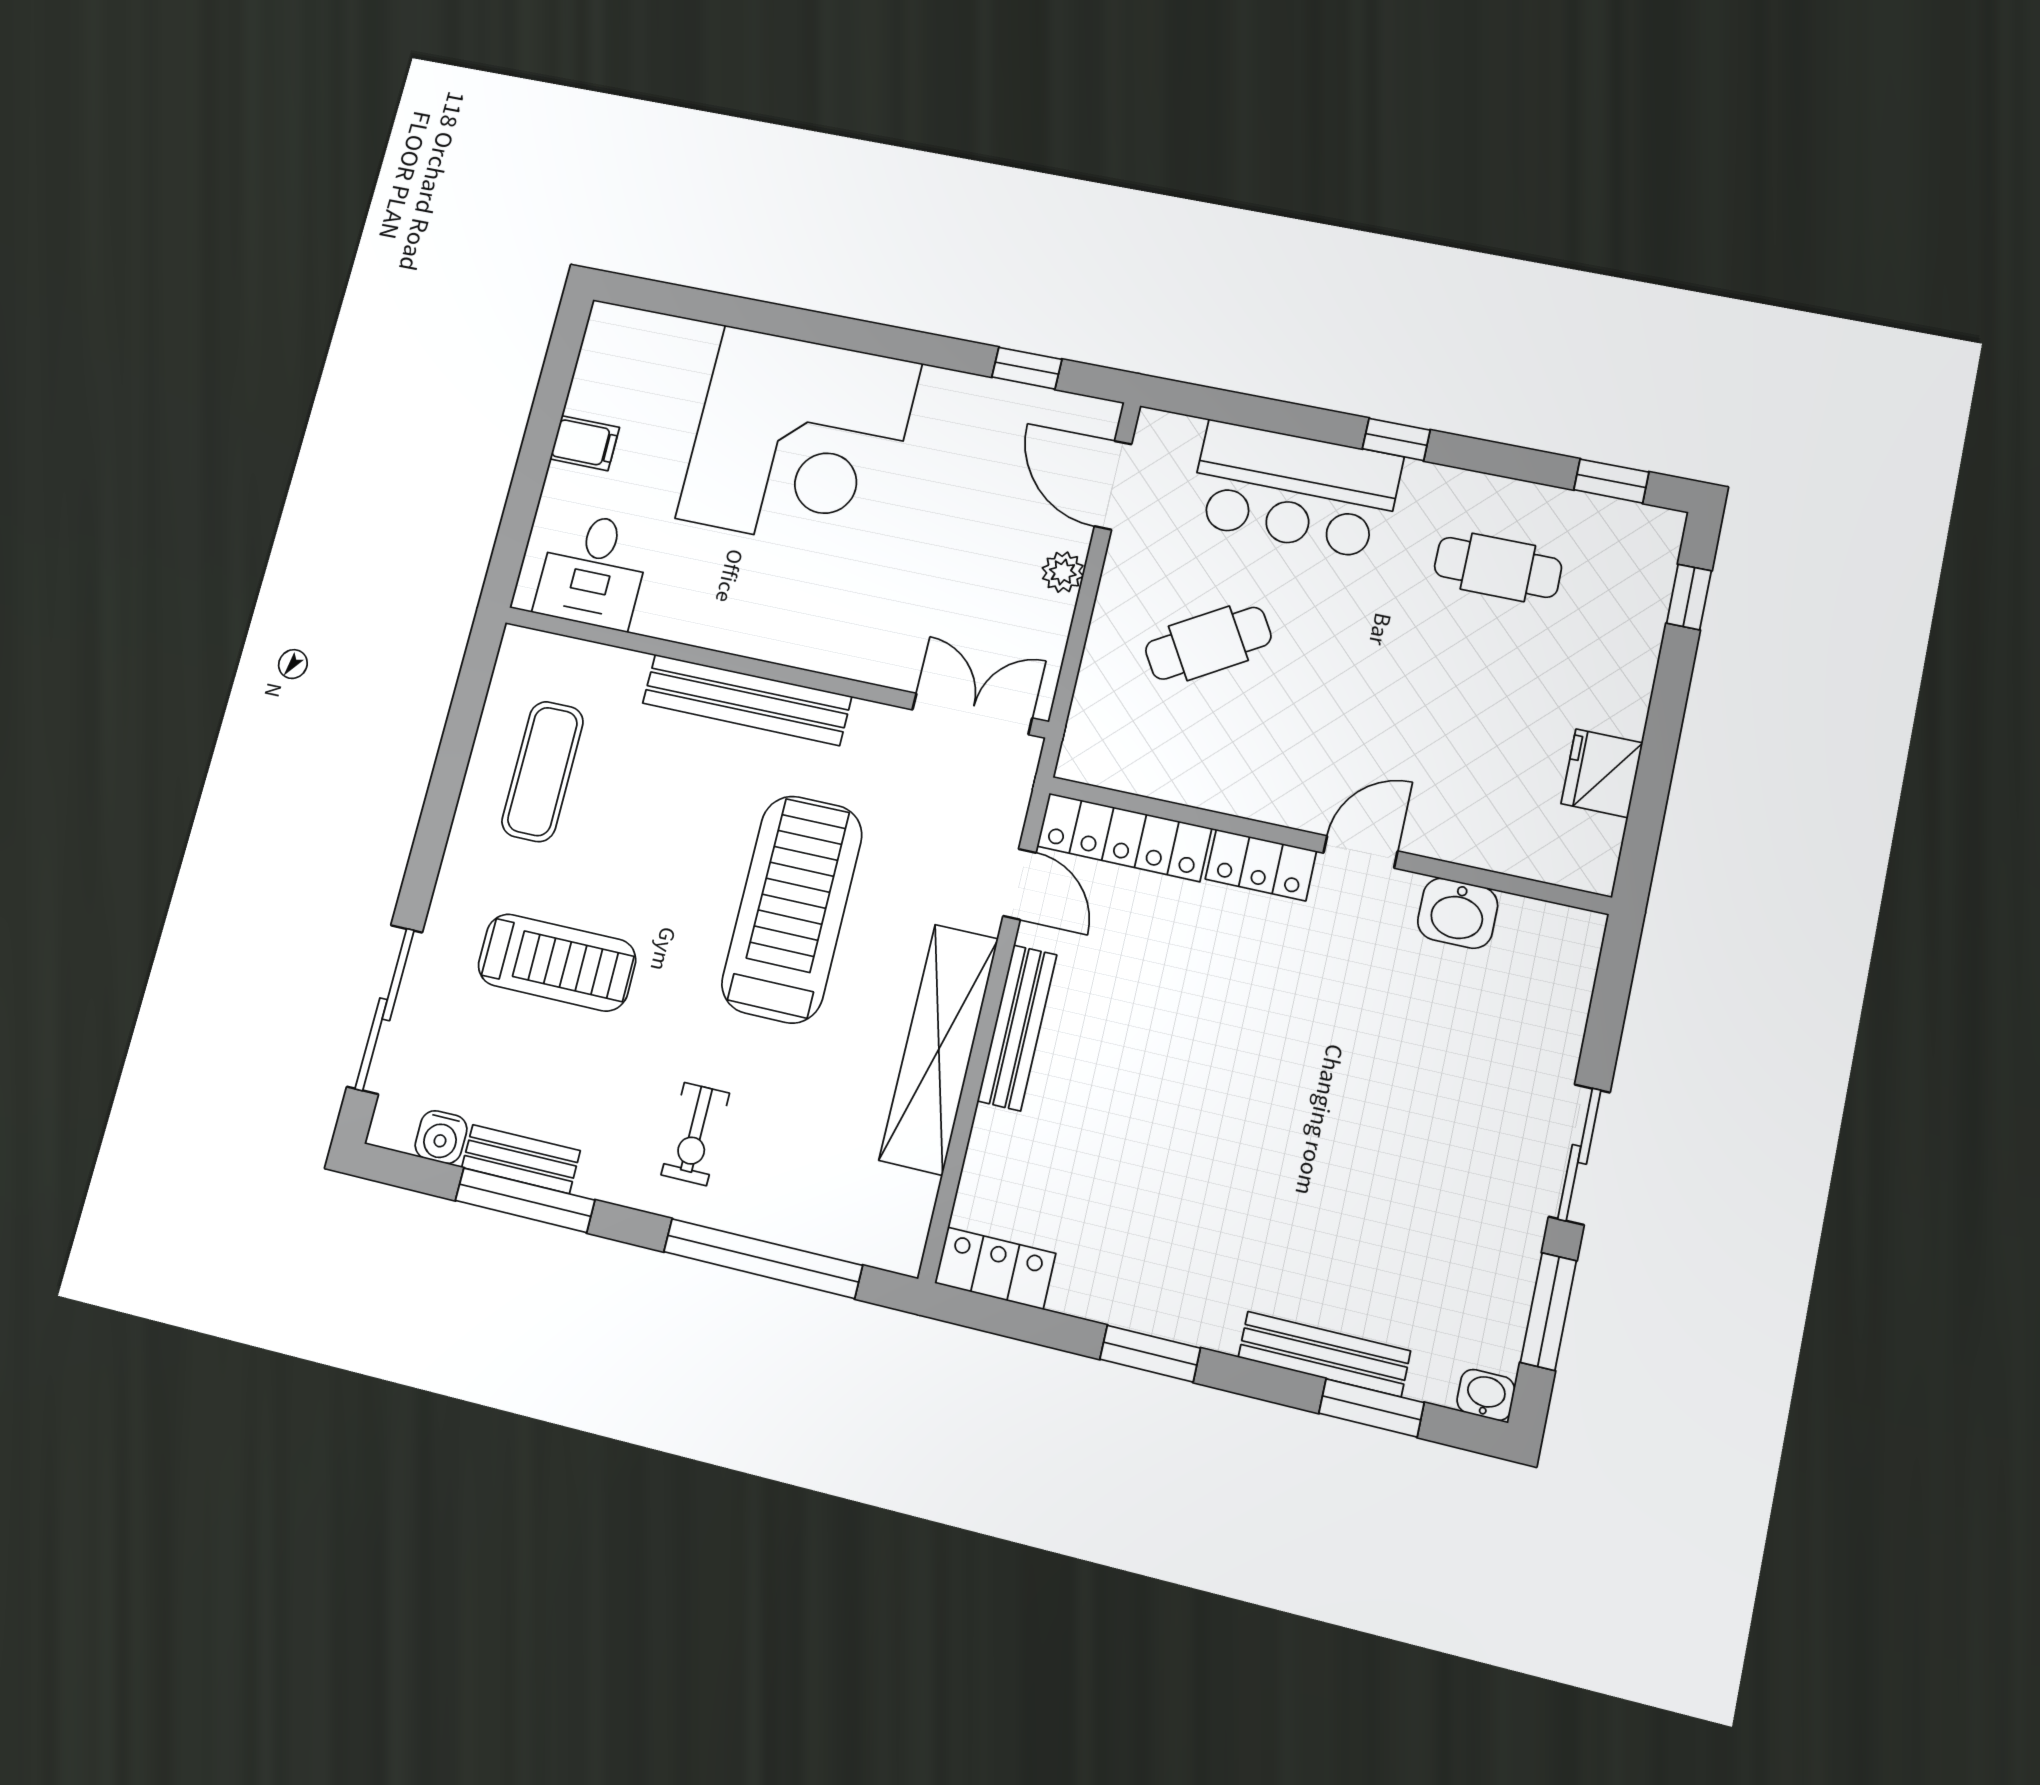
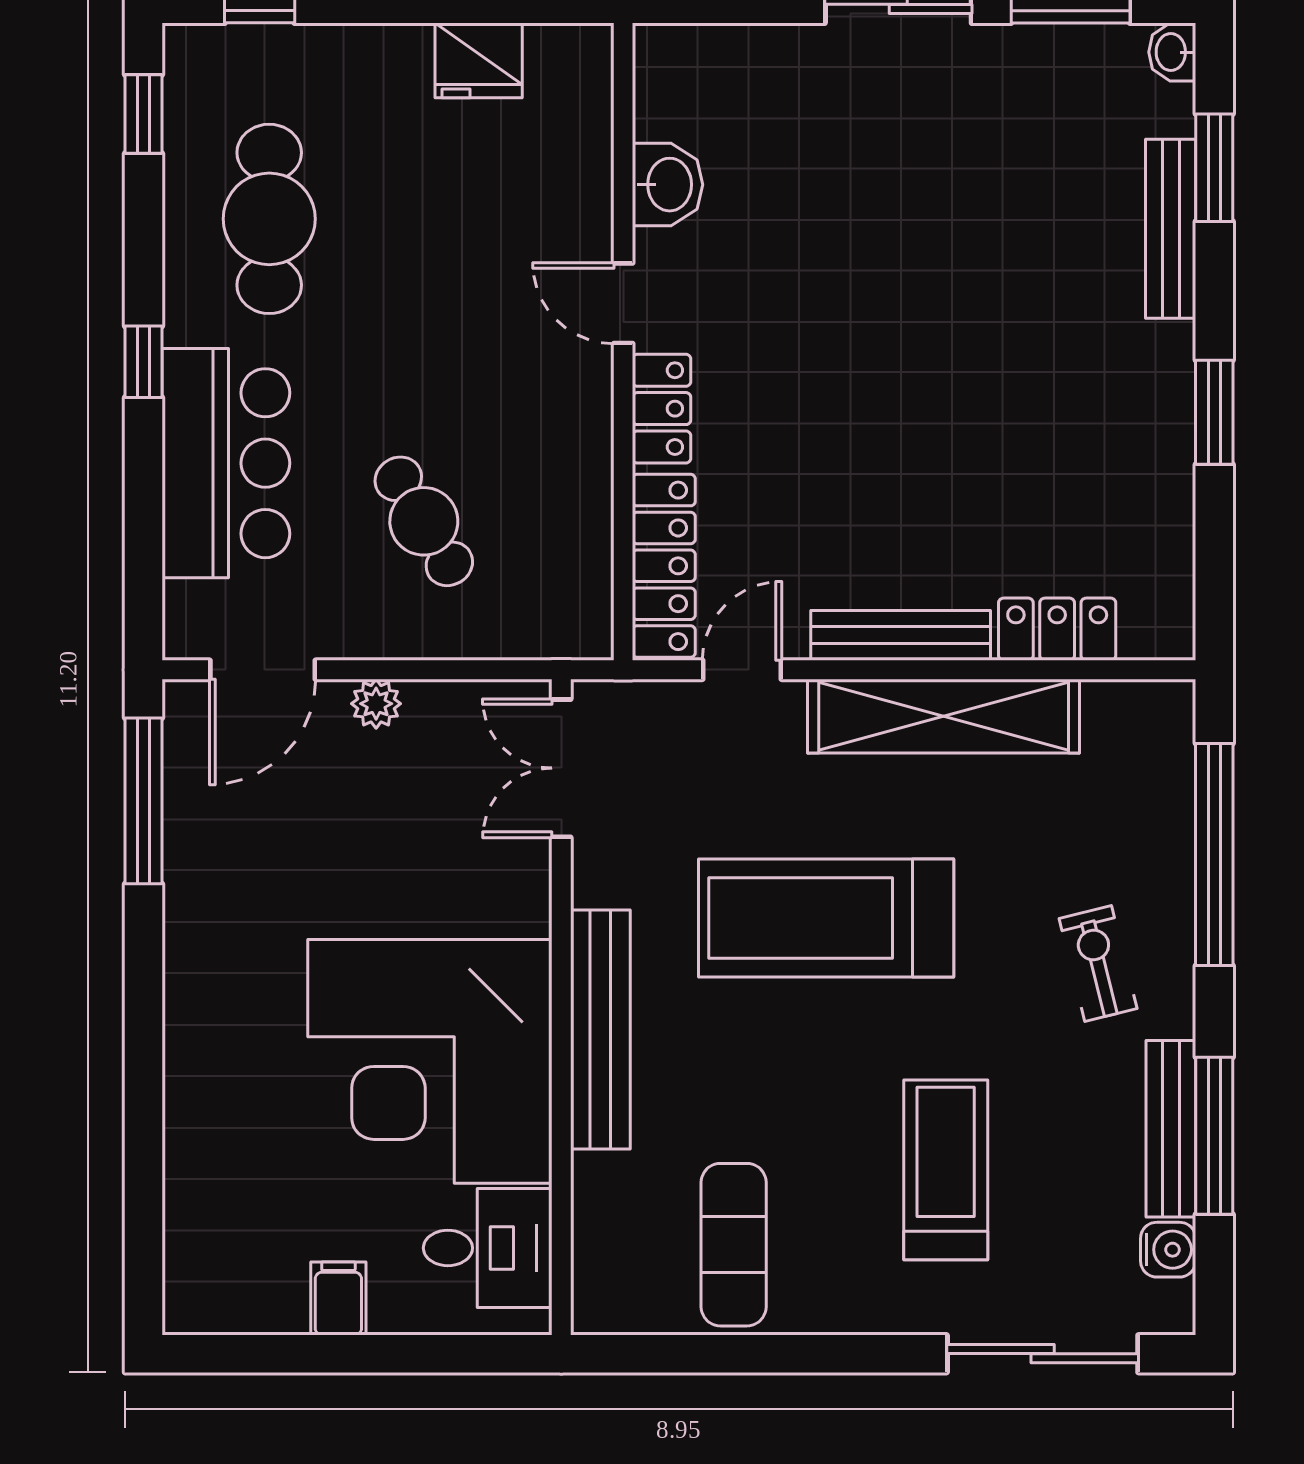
window: (1027, 368) -> (143, 801), width x2.17
corner desk: (799, 441) -> (430, 1061), moved, turned 180
cafe table: (1498, 567) -> (269, 219), width x1.37, depth x1.35
exercise mat: (543, 771) -> (734, 1245), turned 90
exercise bike: (695, 1134) -> (1098, 964), turned -104
bench: (521, 1159) -> (1171, 1129), width x1.36
locker: (995, 1268) -> (1057, 629), moved, turned 90

